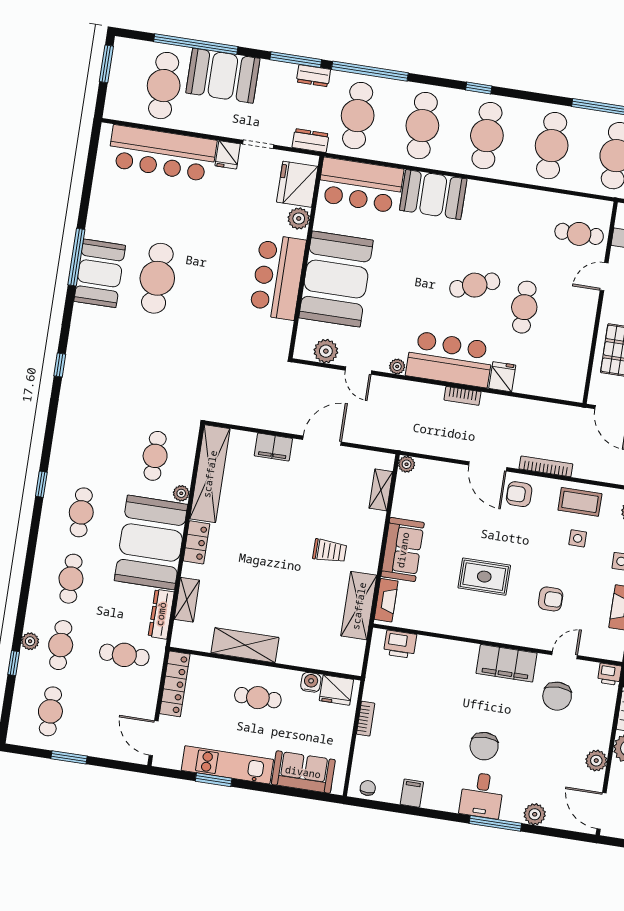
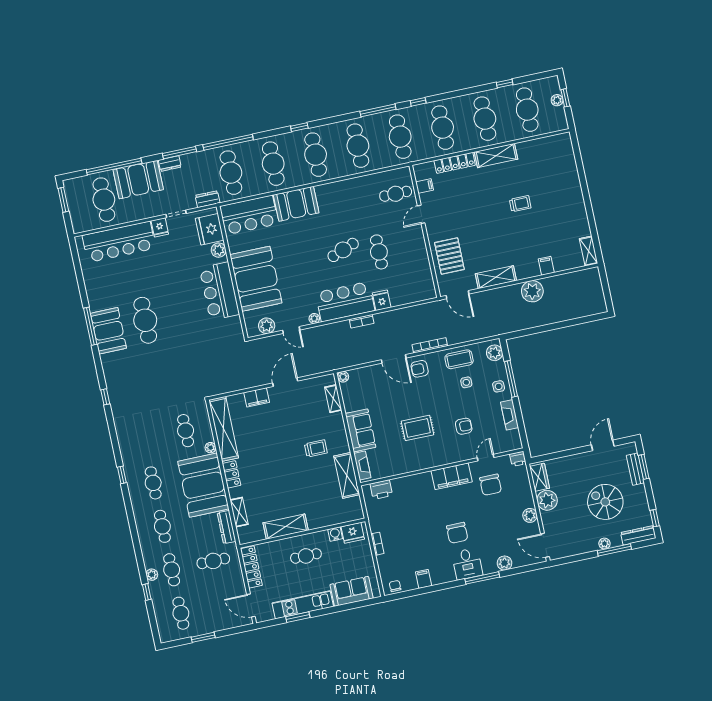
dresser: (313, 76) -> (170, 164), moved

